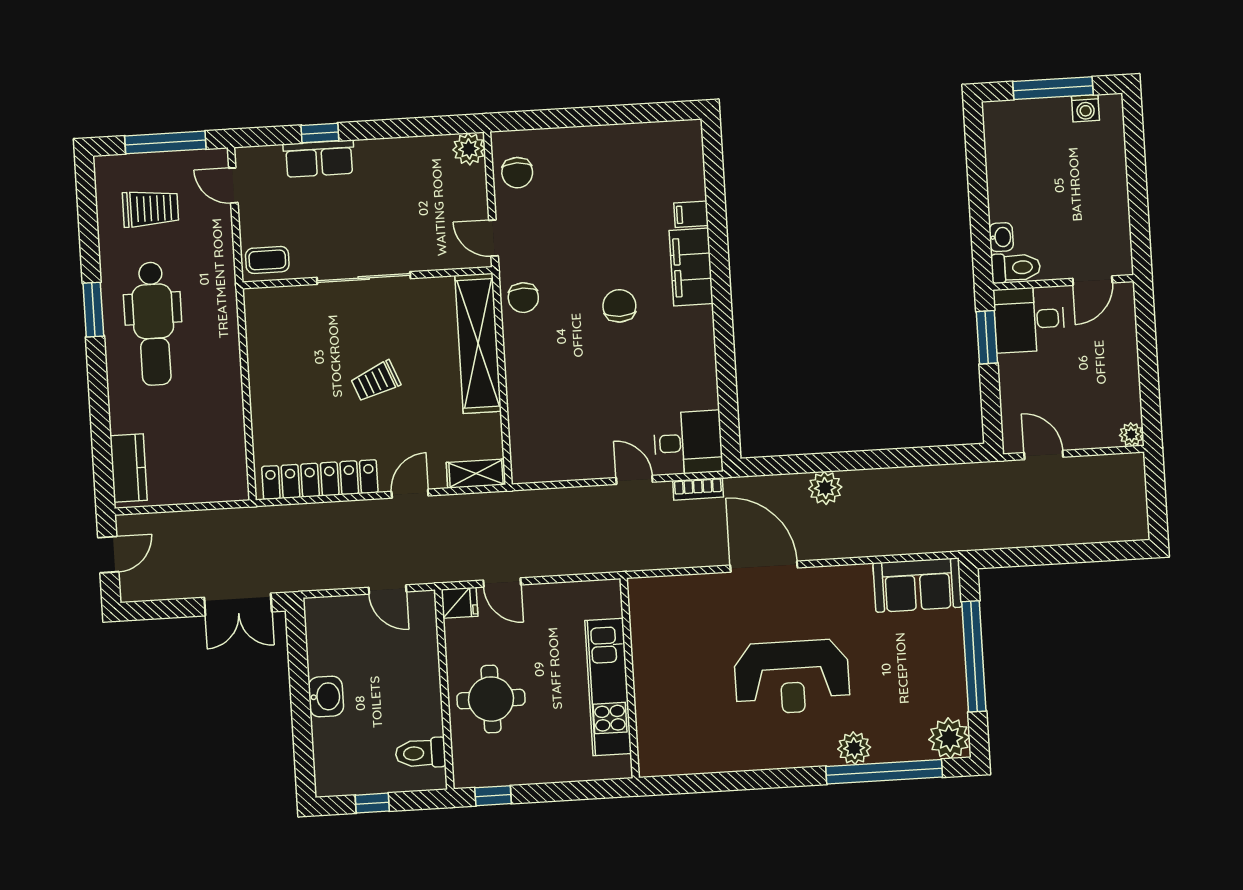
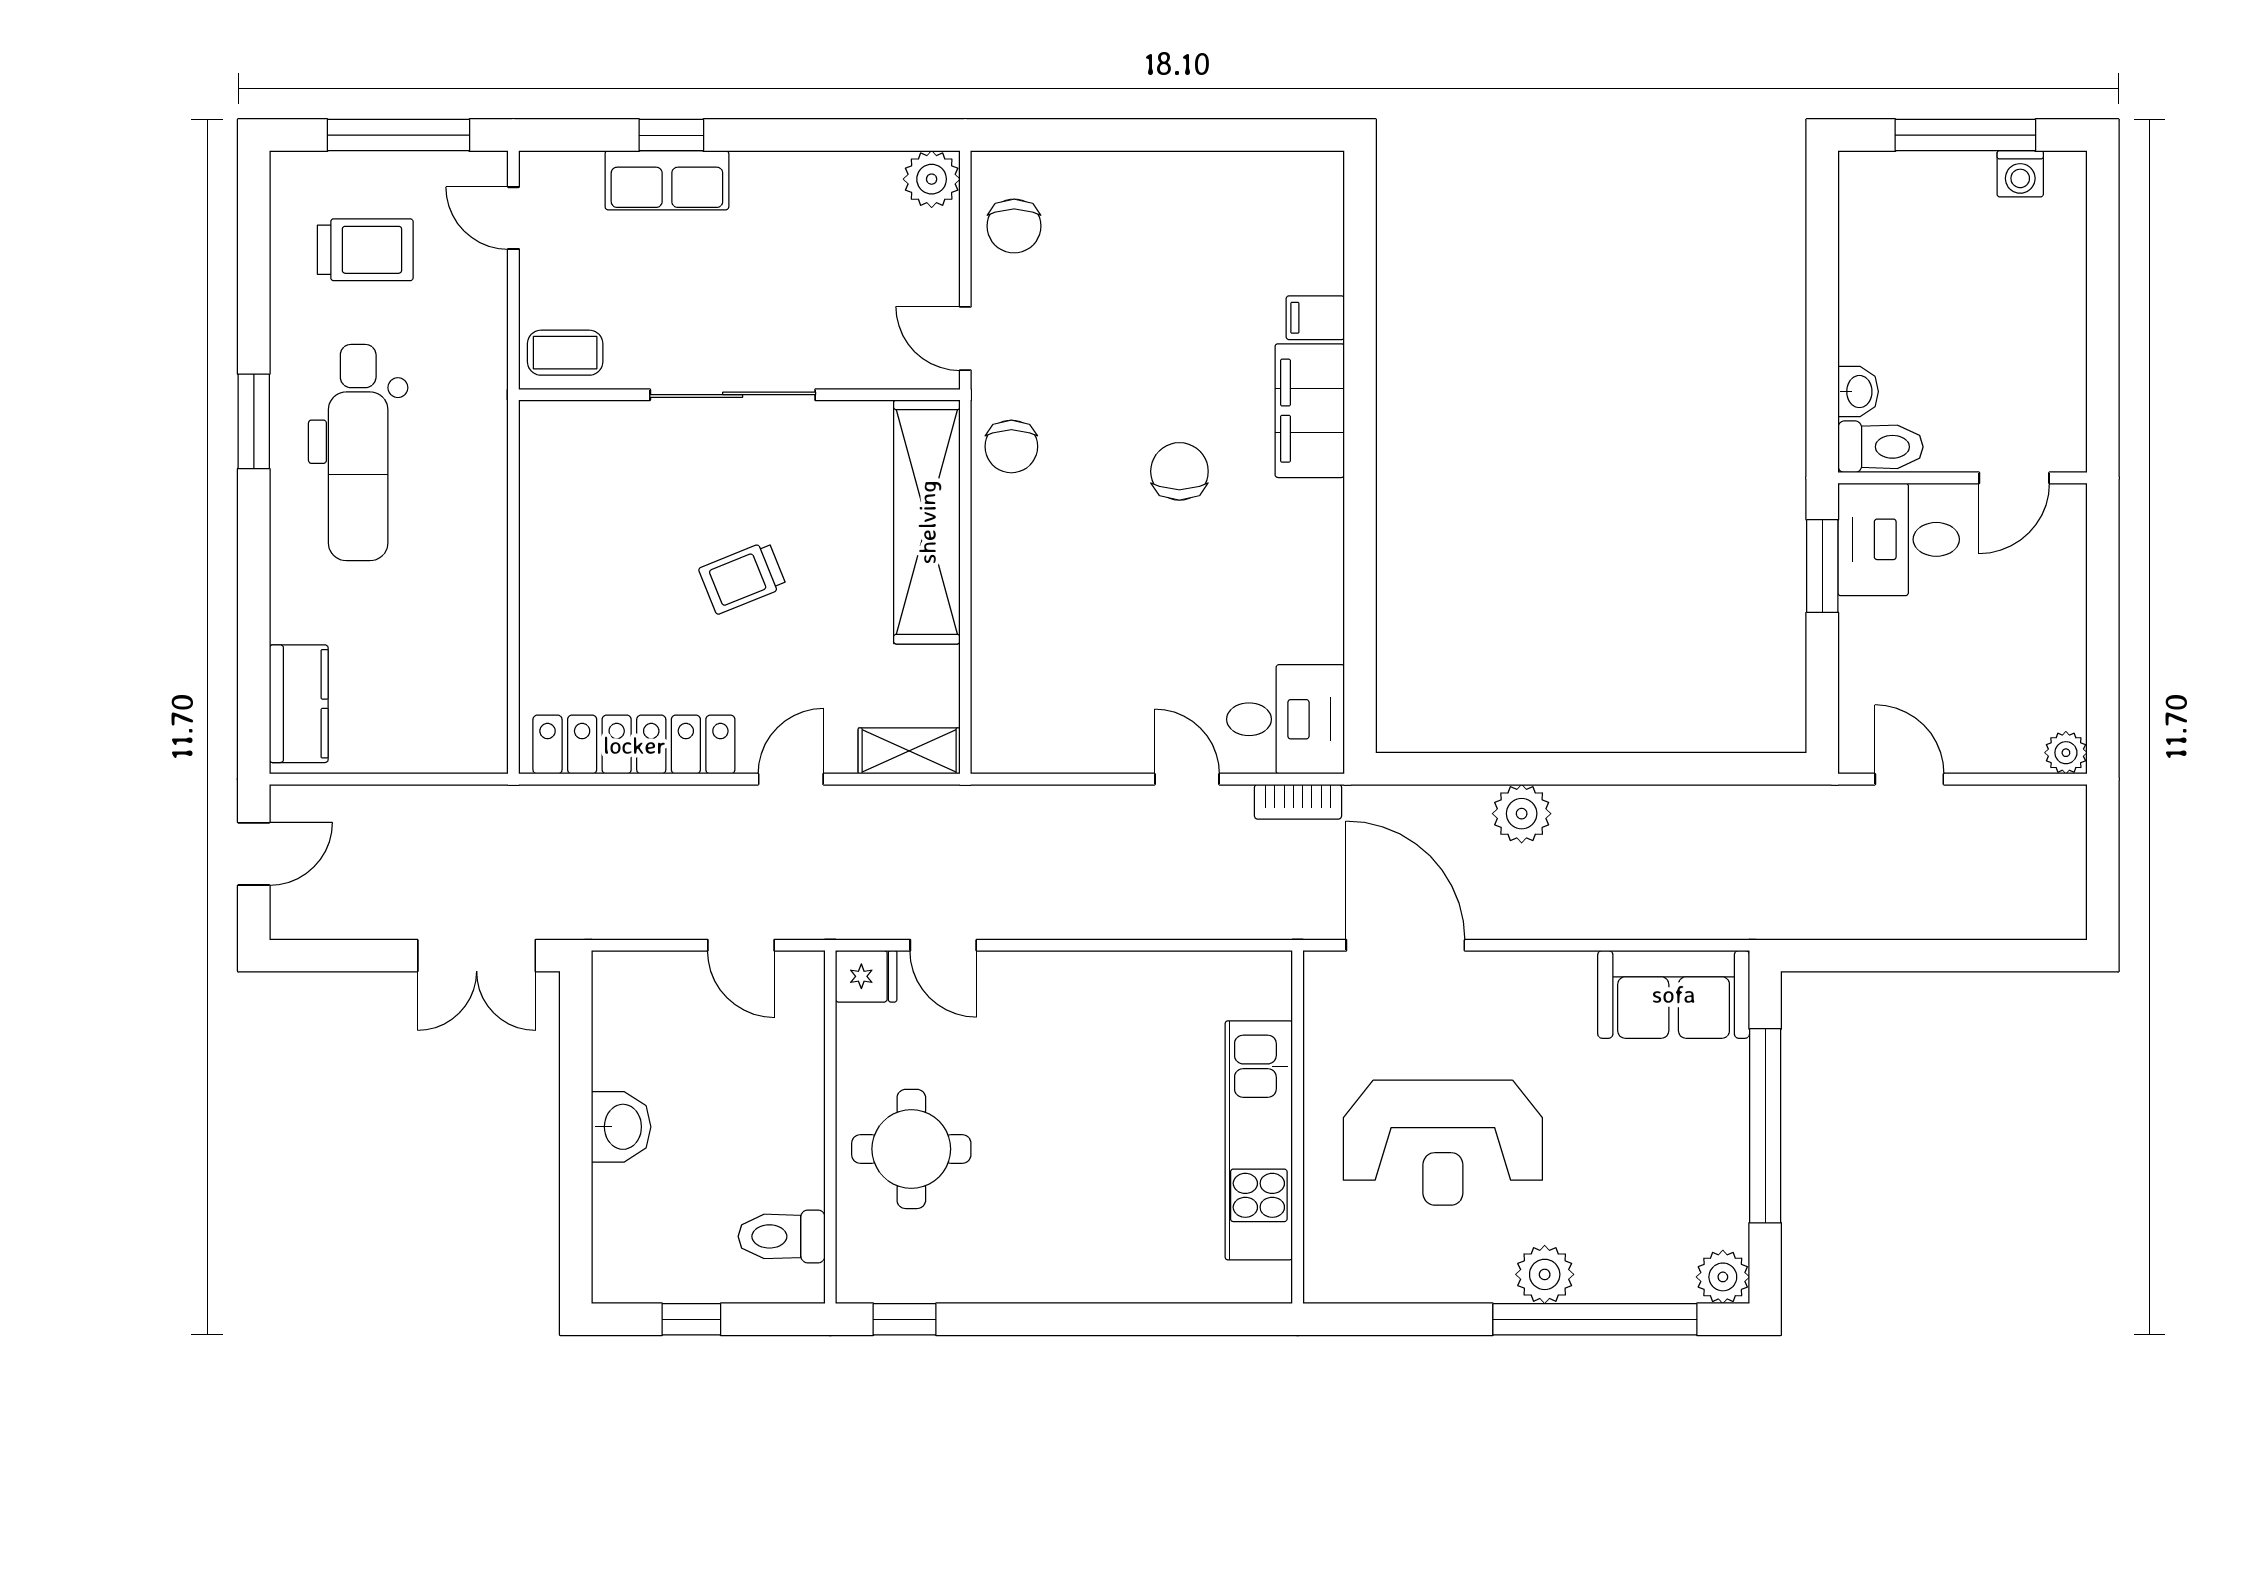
wall: (630, 678) -> (1298, 1127), moved
kitchen unit: (608, 687) -> (1259, 1140), moved
plant: (949, 738) -> (1723, 1277), width x0.73, depth x0.73

